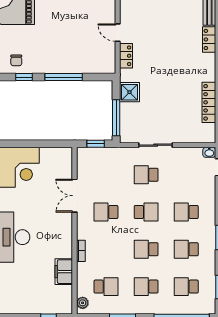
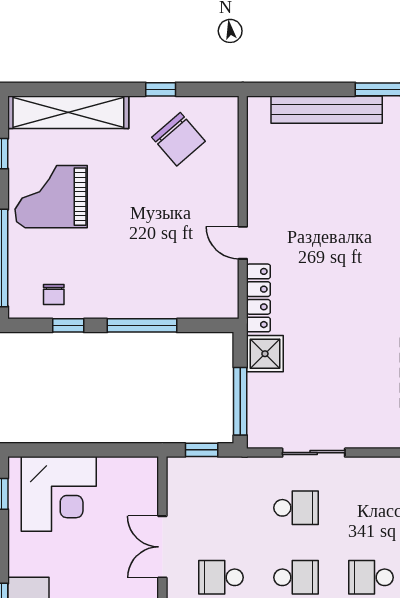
locker: (126, 56) -> (258, 298), width x1.53
school desk: (146, 175) -> (296, 508), turned 180

